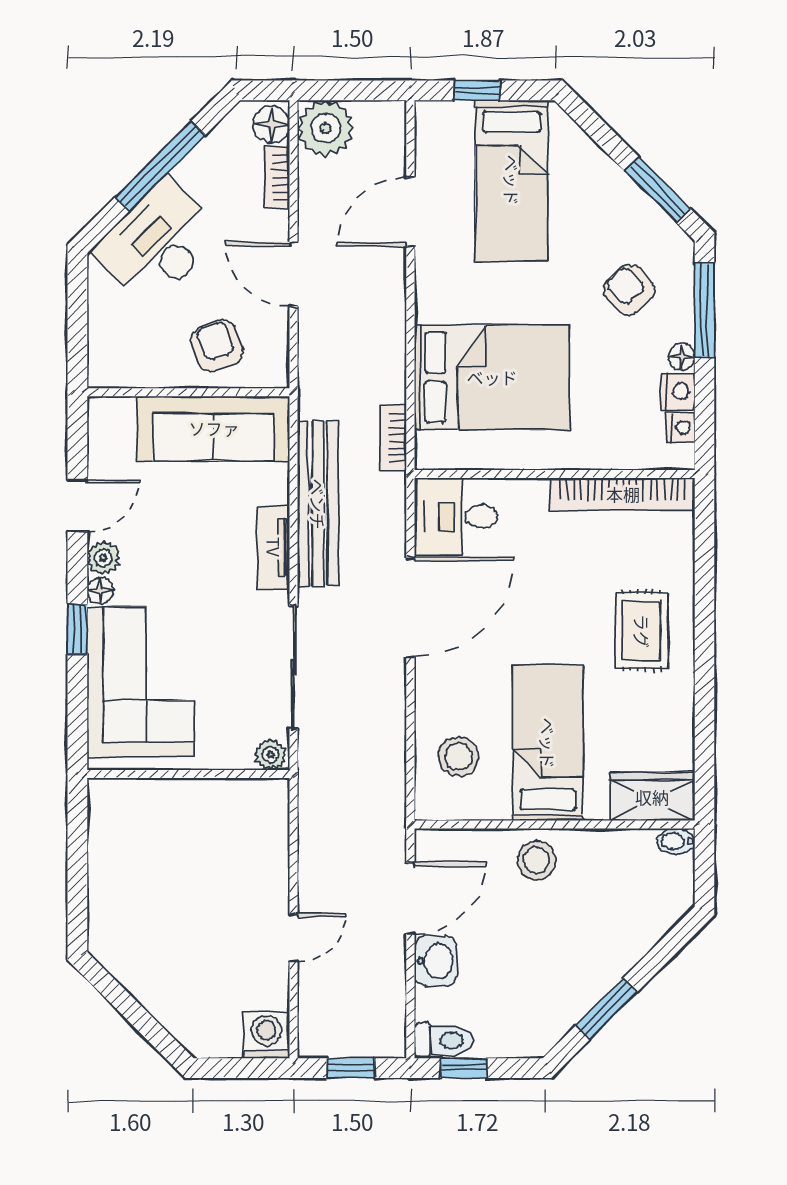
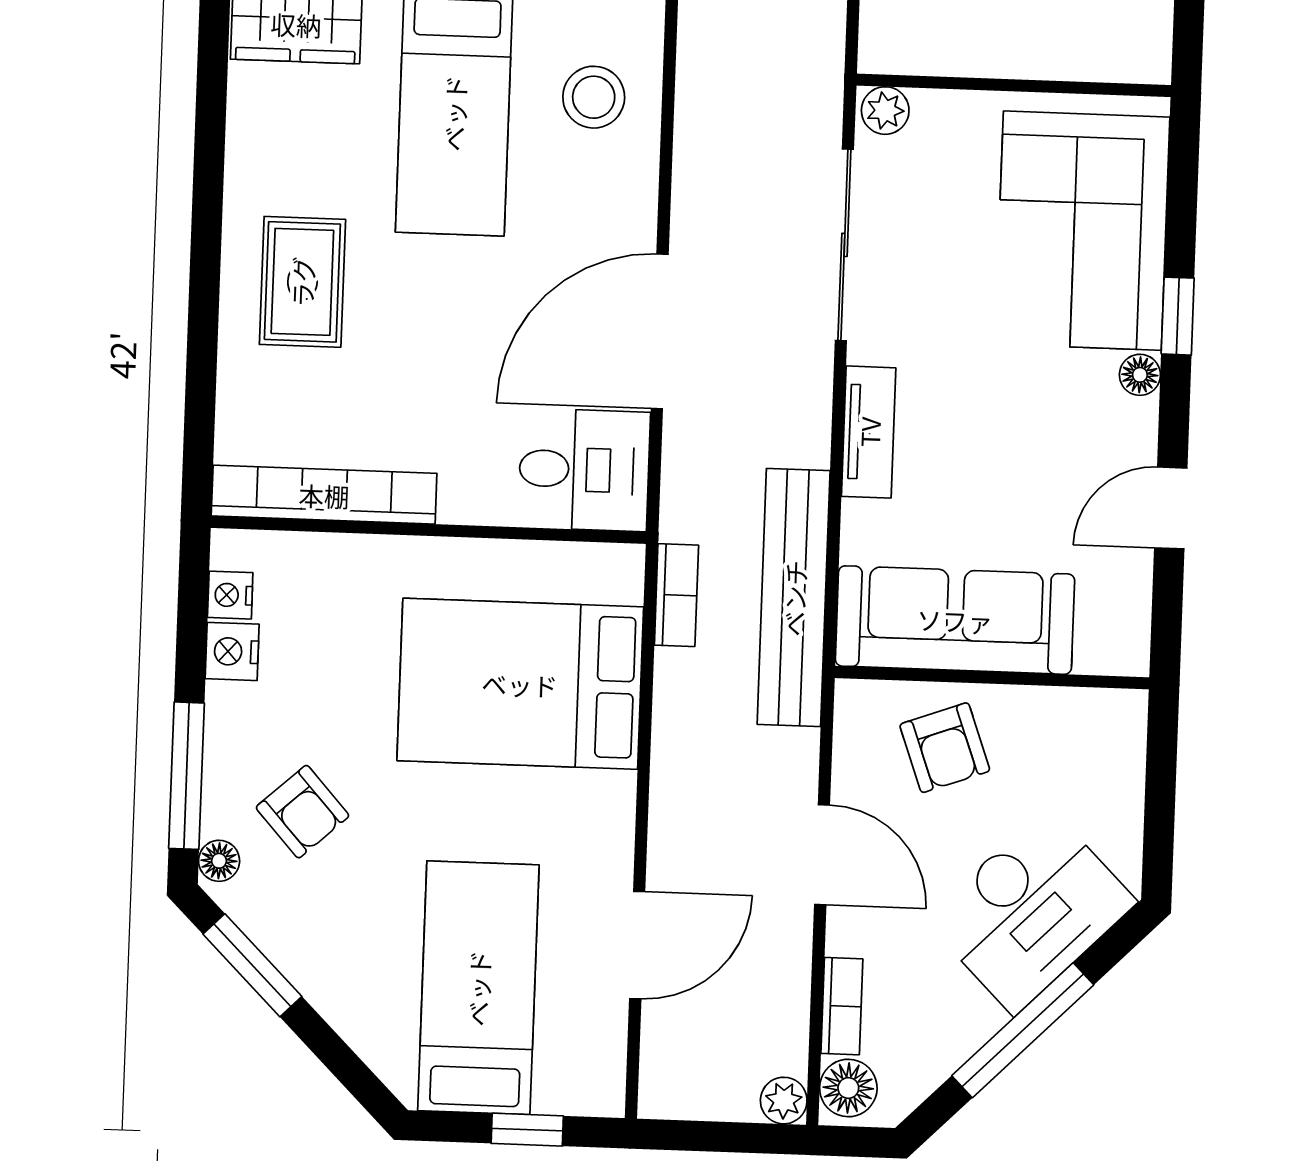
plant: (326, 128) -> (784, 1101), width x0.53, depth x0.53
floor lamp: (682, 357) -> (219, 861), moved
bench: (318, 504) -> (794, 598), moved
plant: (103, 558) -> (1133, 425), removed

